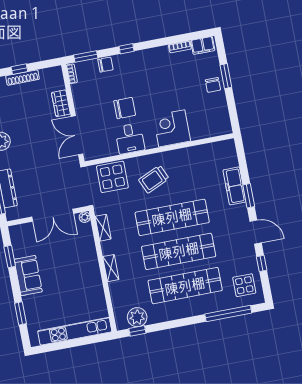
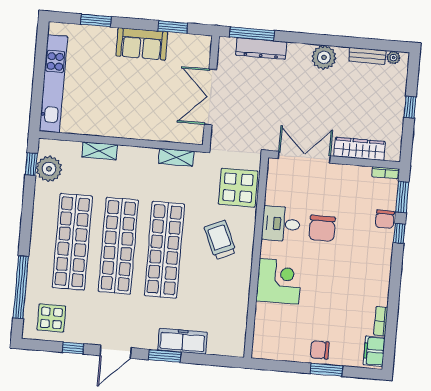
window: (126, 49) -> (399, 233), moved
shoe rack: (23, 78) -> (398, 108), removed
wardrobe: (61, 103) -> (360, 149), width x1.50
plant: (85, 217) -> (196, 137), removed
shelving: (111, 268) -> (100, 151), moved

